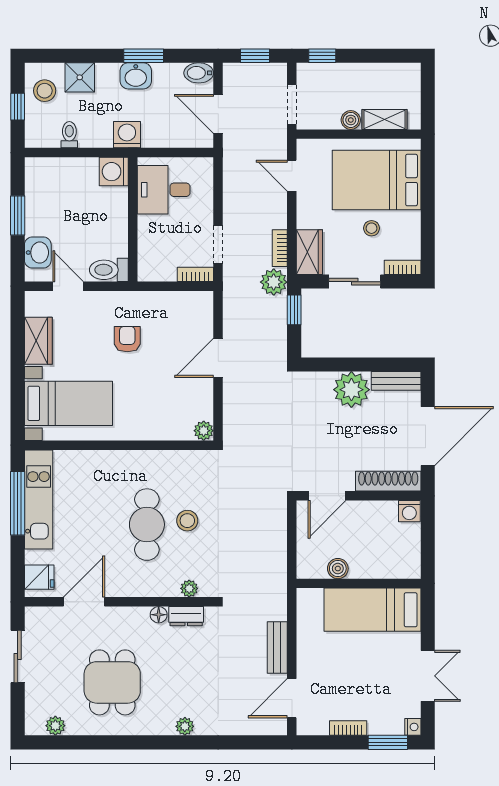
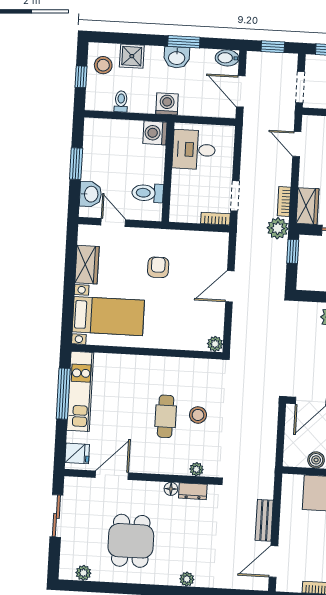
toilet: (109, 270) -> (148, 193), moved
cafe table: (147, 525) -> (166, 416), width x0.73, depth x0.74

